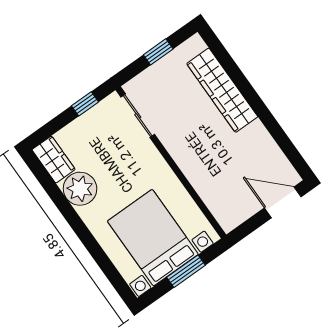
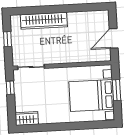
plant: (80, 189) -> (48, 115), removed
door: (283, 202) -> (114, 38), moved

